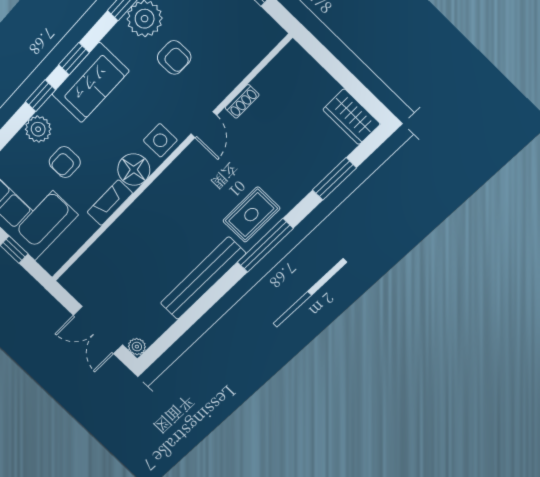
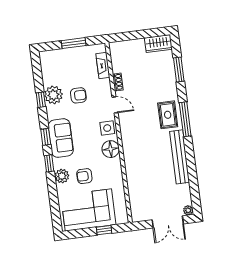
armchair: (65, 162) -> (84, 176), turned 90
fireplace: (110, 203) -> (103, 66), moved

